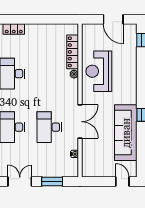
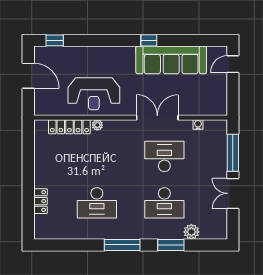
door: (113, 19) -> (28, 76), hinge flipped
desk: (49, 127) -> (164, 156), turned 180
window: (52, 182) -> (233, 153), width x1.44

